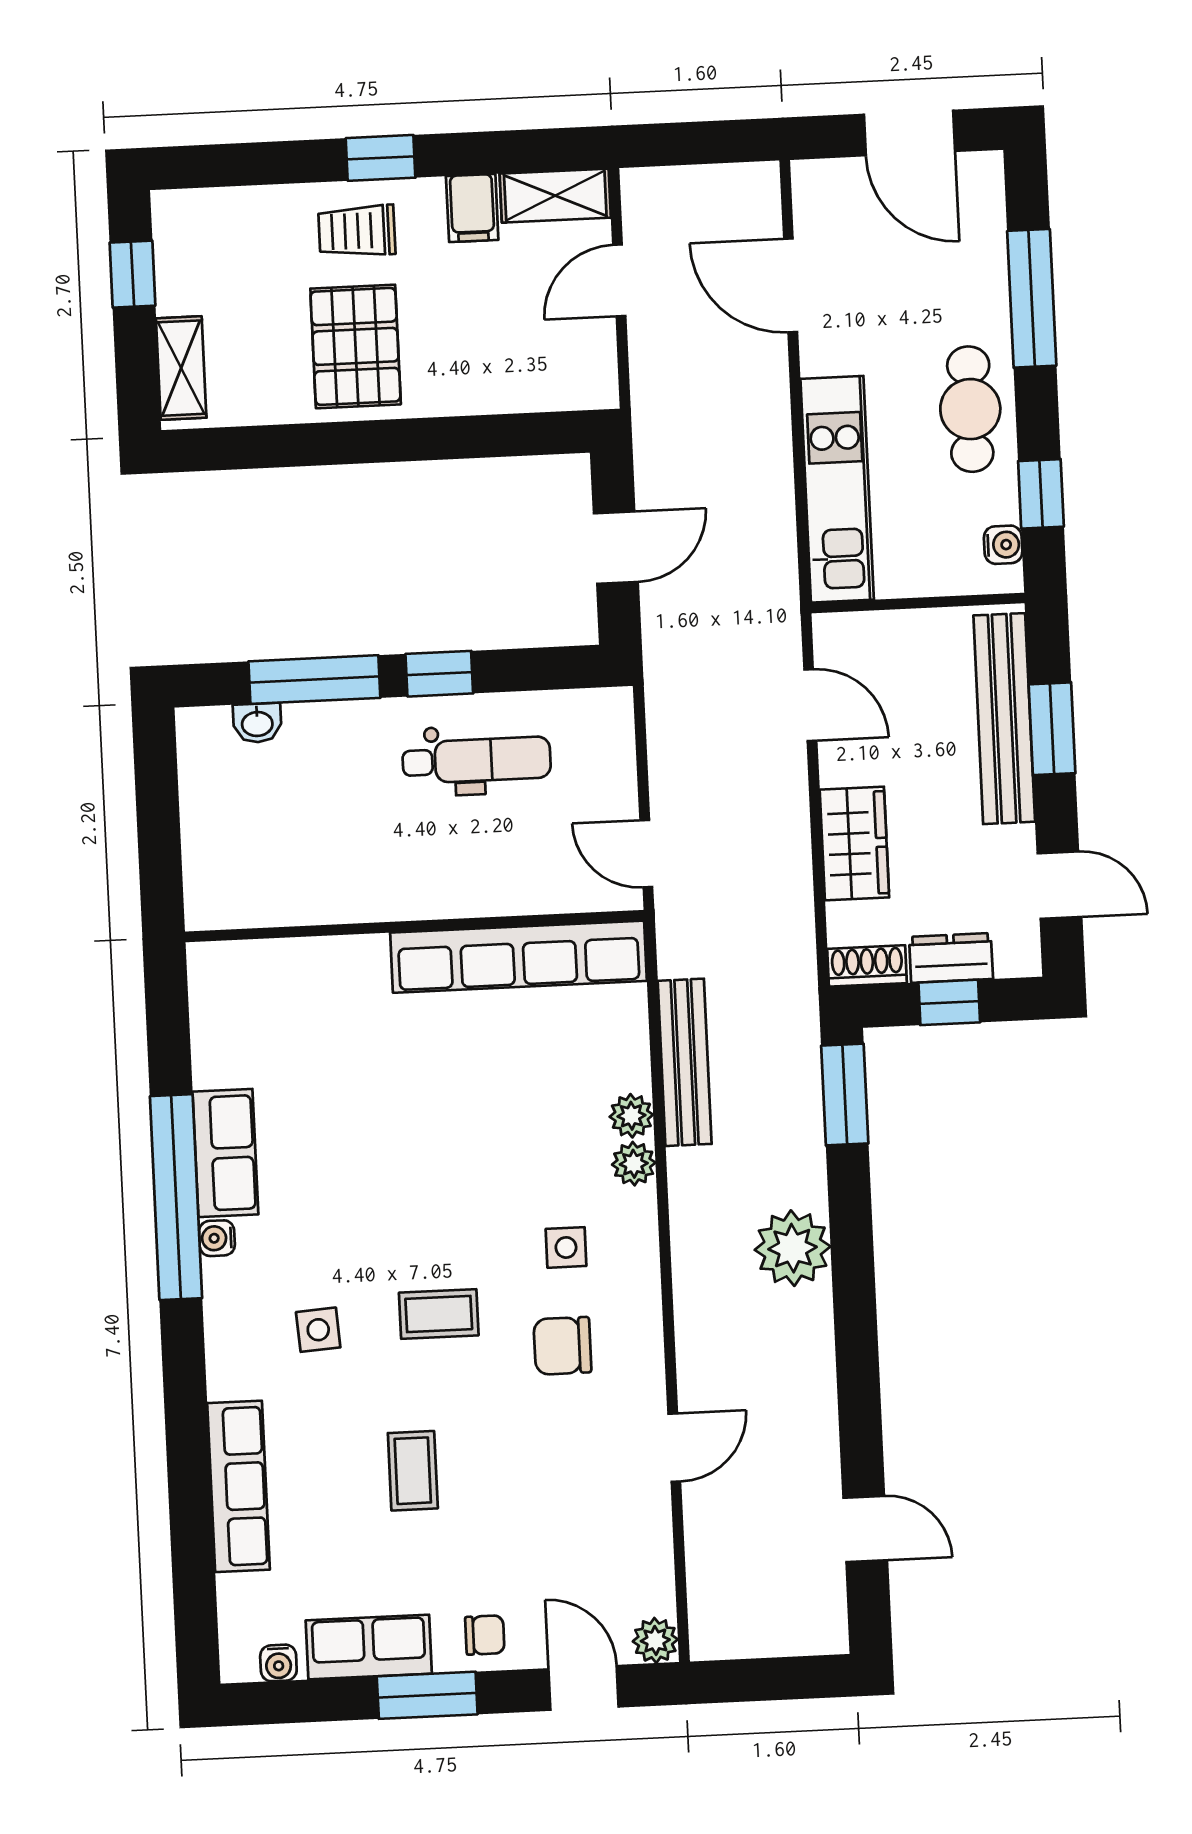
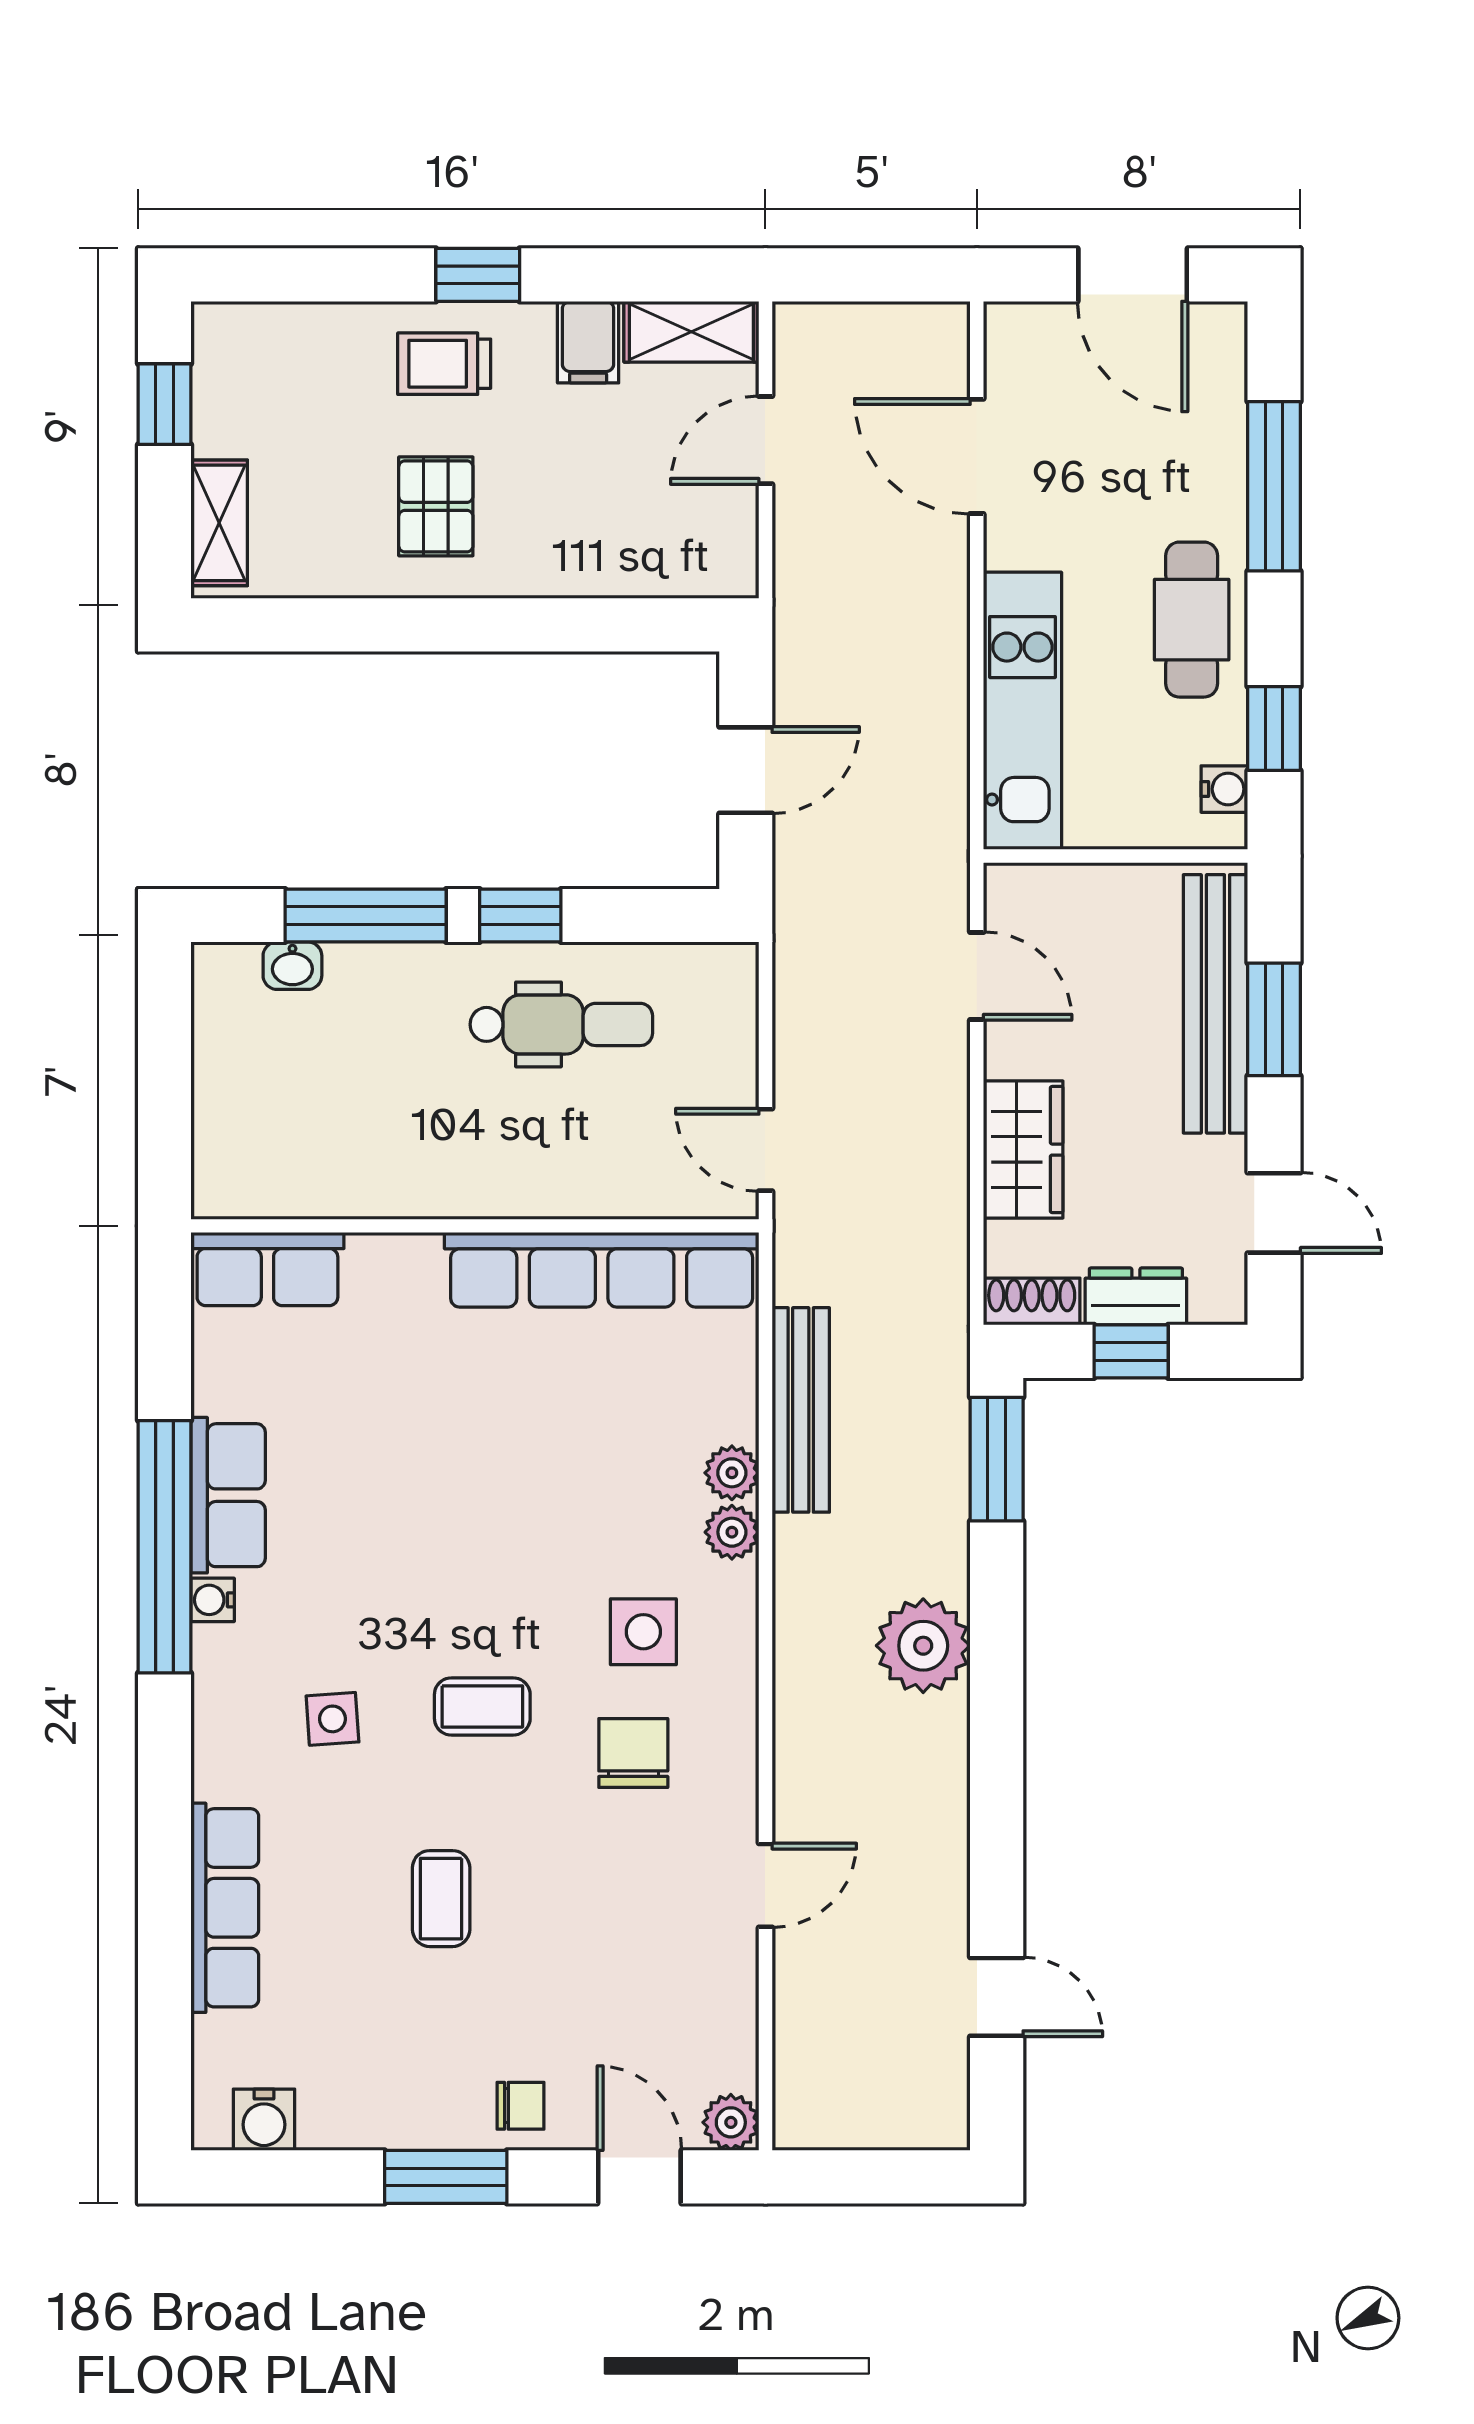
pallet: (356, 346) -> (436, 506), width x0.67, depth x0.71
side table: (566, 1247) -> (643, 1632), width x1.37, depth x1.37
chair: (562, 1346) -> (633, 1753), turned 90
row of seats: (369, 1647) -> (267, 1269), moved, turned 180
water cooler: (278, 1663) -> (264, 2120), width x1.38, depth x1.38

